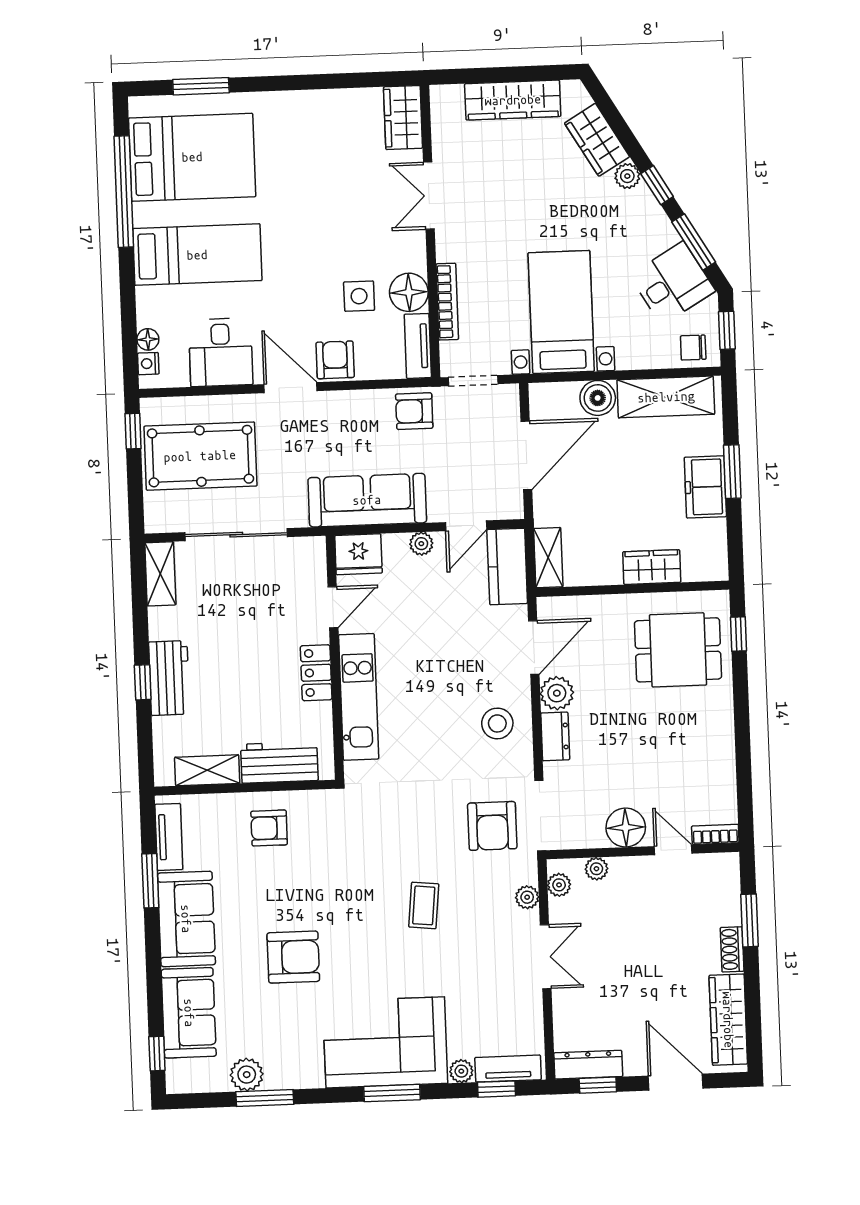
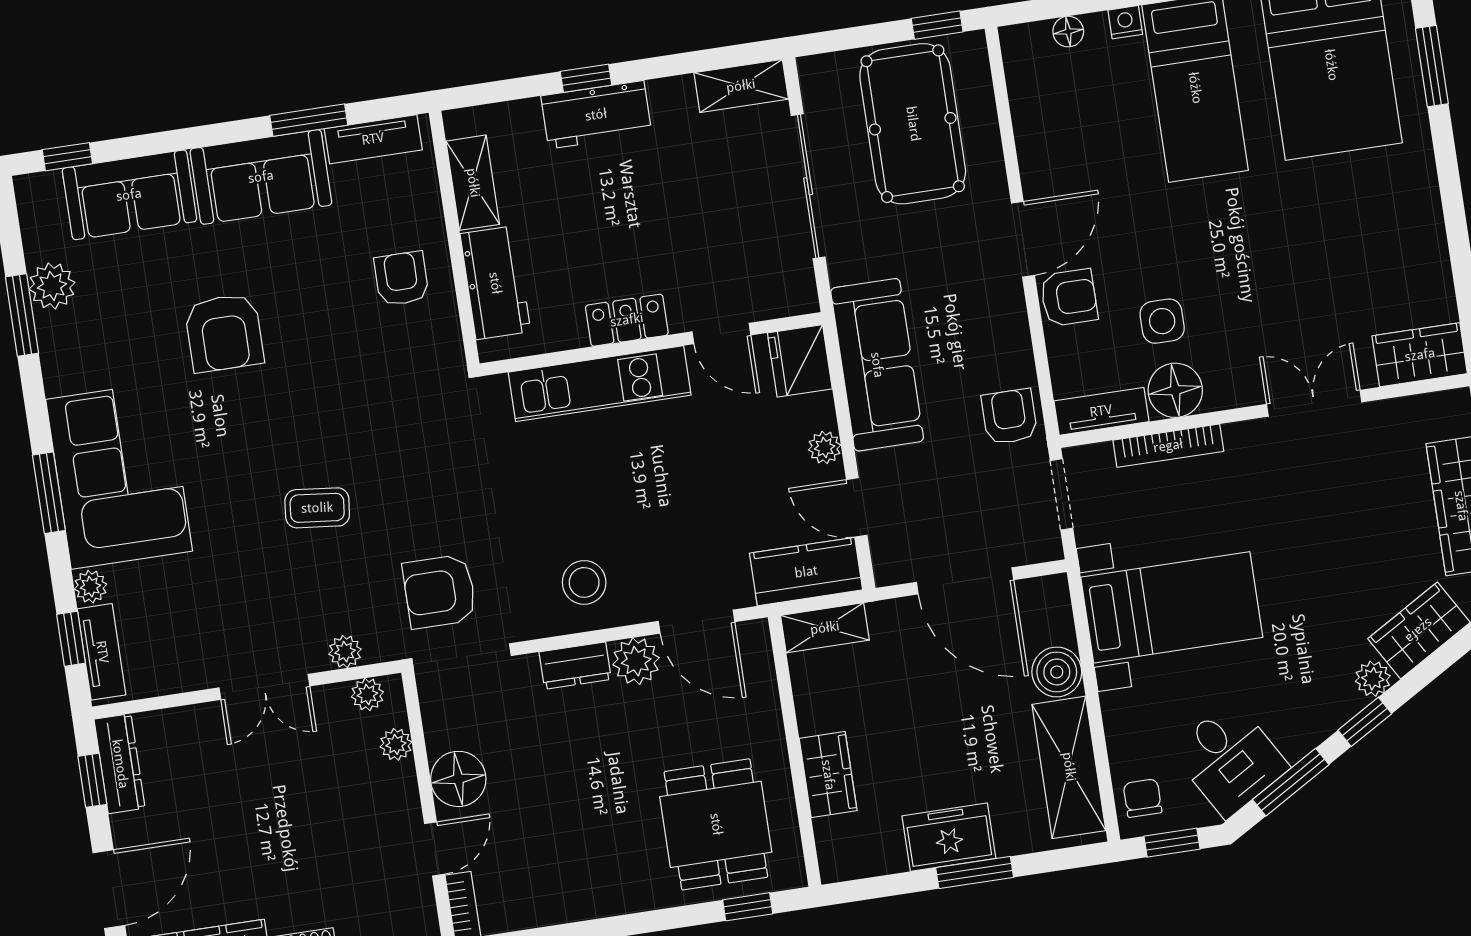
desk: (221, 352) -> (1062, 136), removed
nightstand: (148, 364) -> (1125, 22), moved

